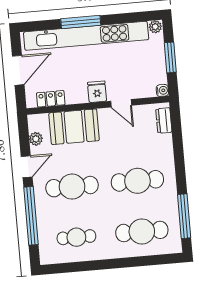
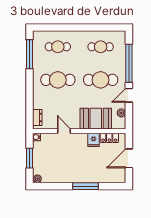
kitchen unit: (86, 36) -> (83, 177), removed
fridge: (97, 92) -> (94, 140), moved
cafe table: (142, 231) -> (58, 47), width x0.73, depth x0.74

